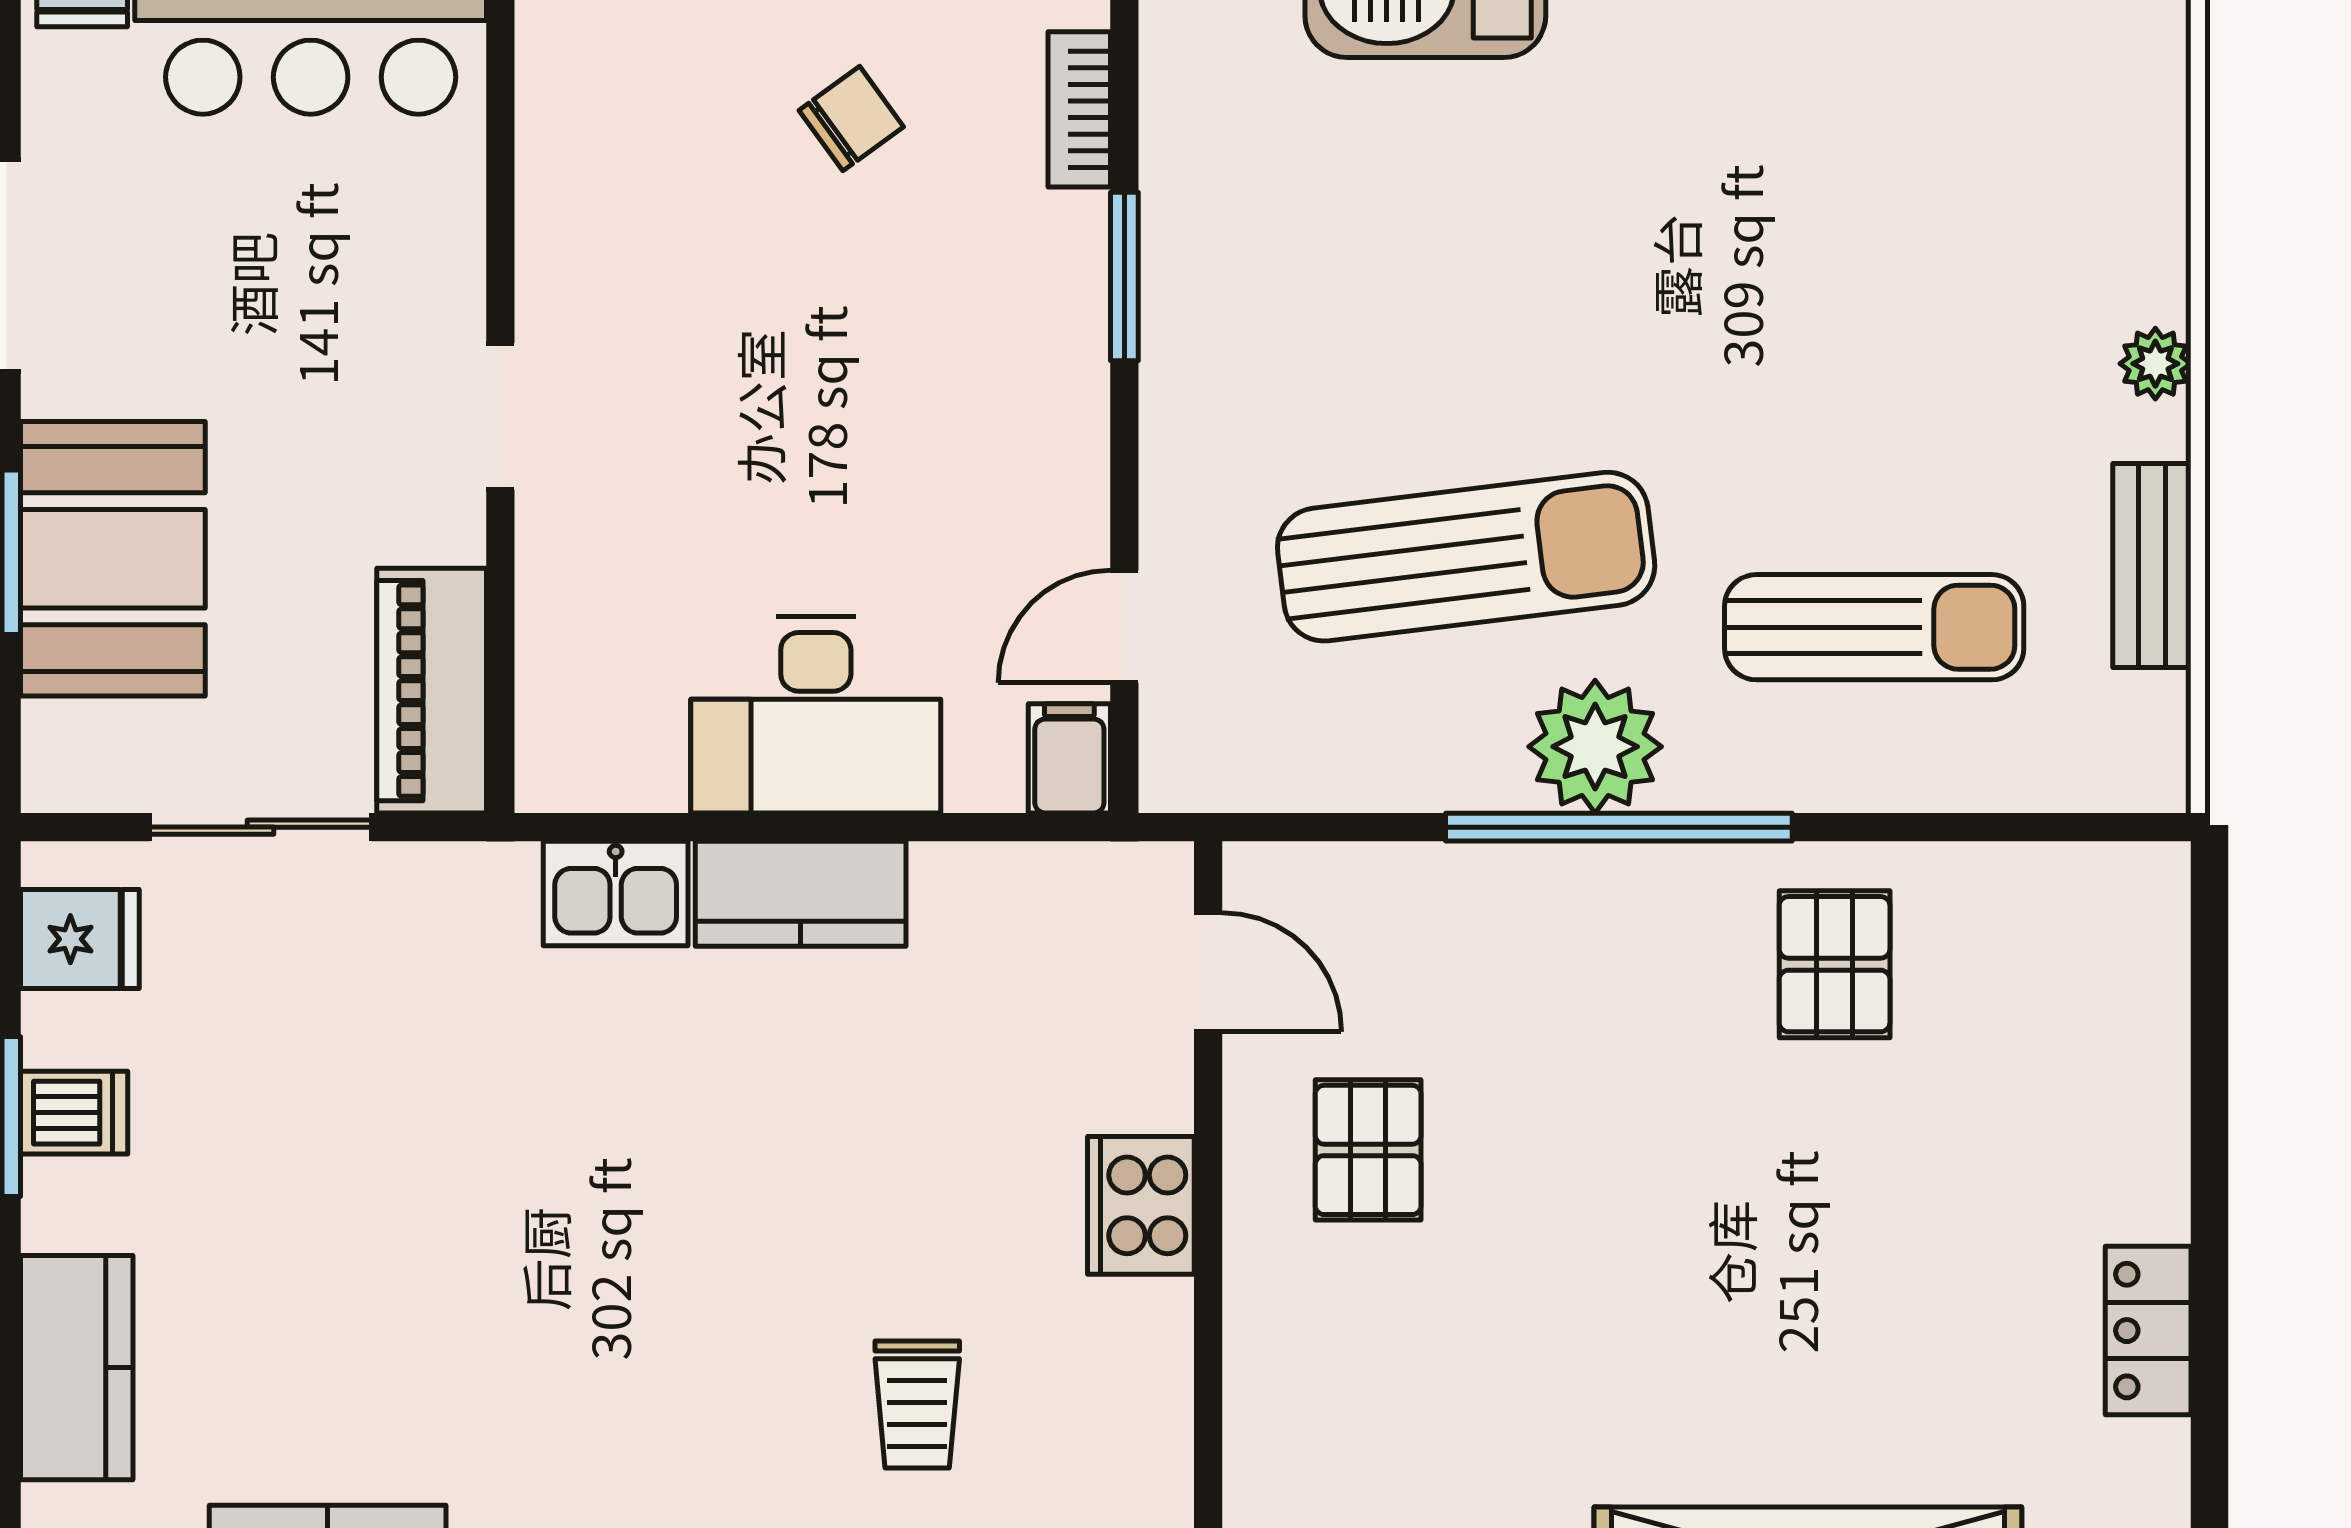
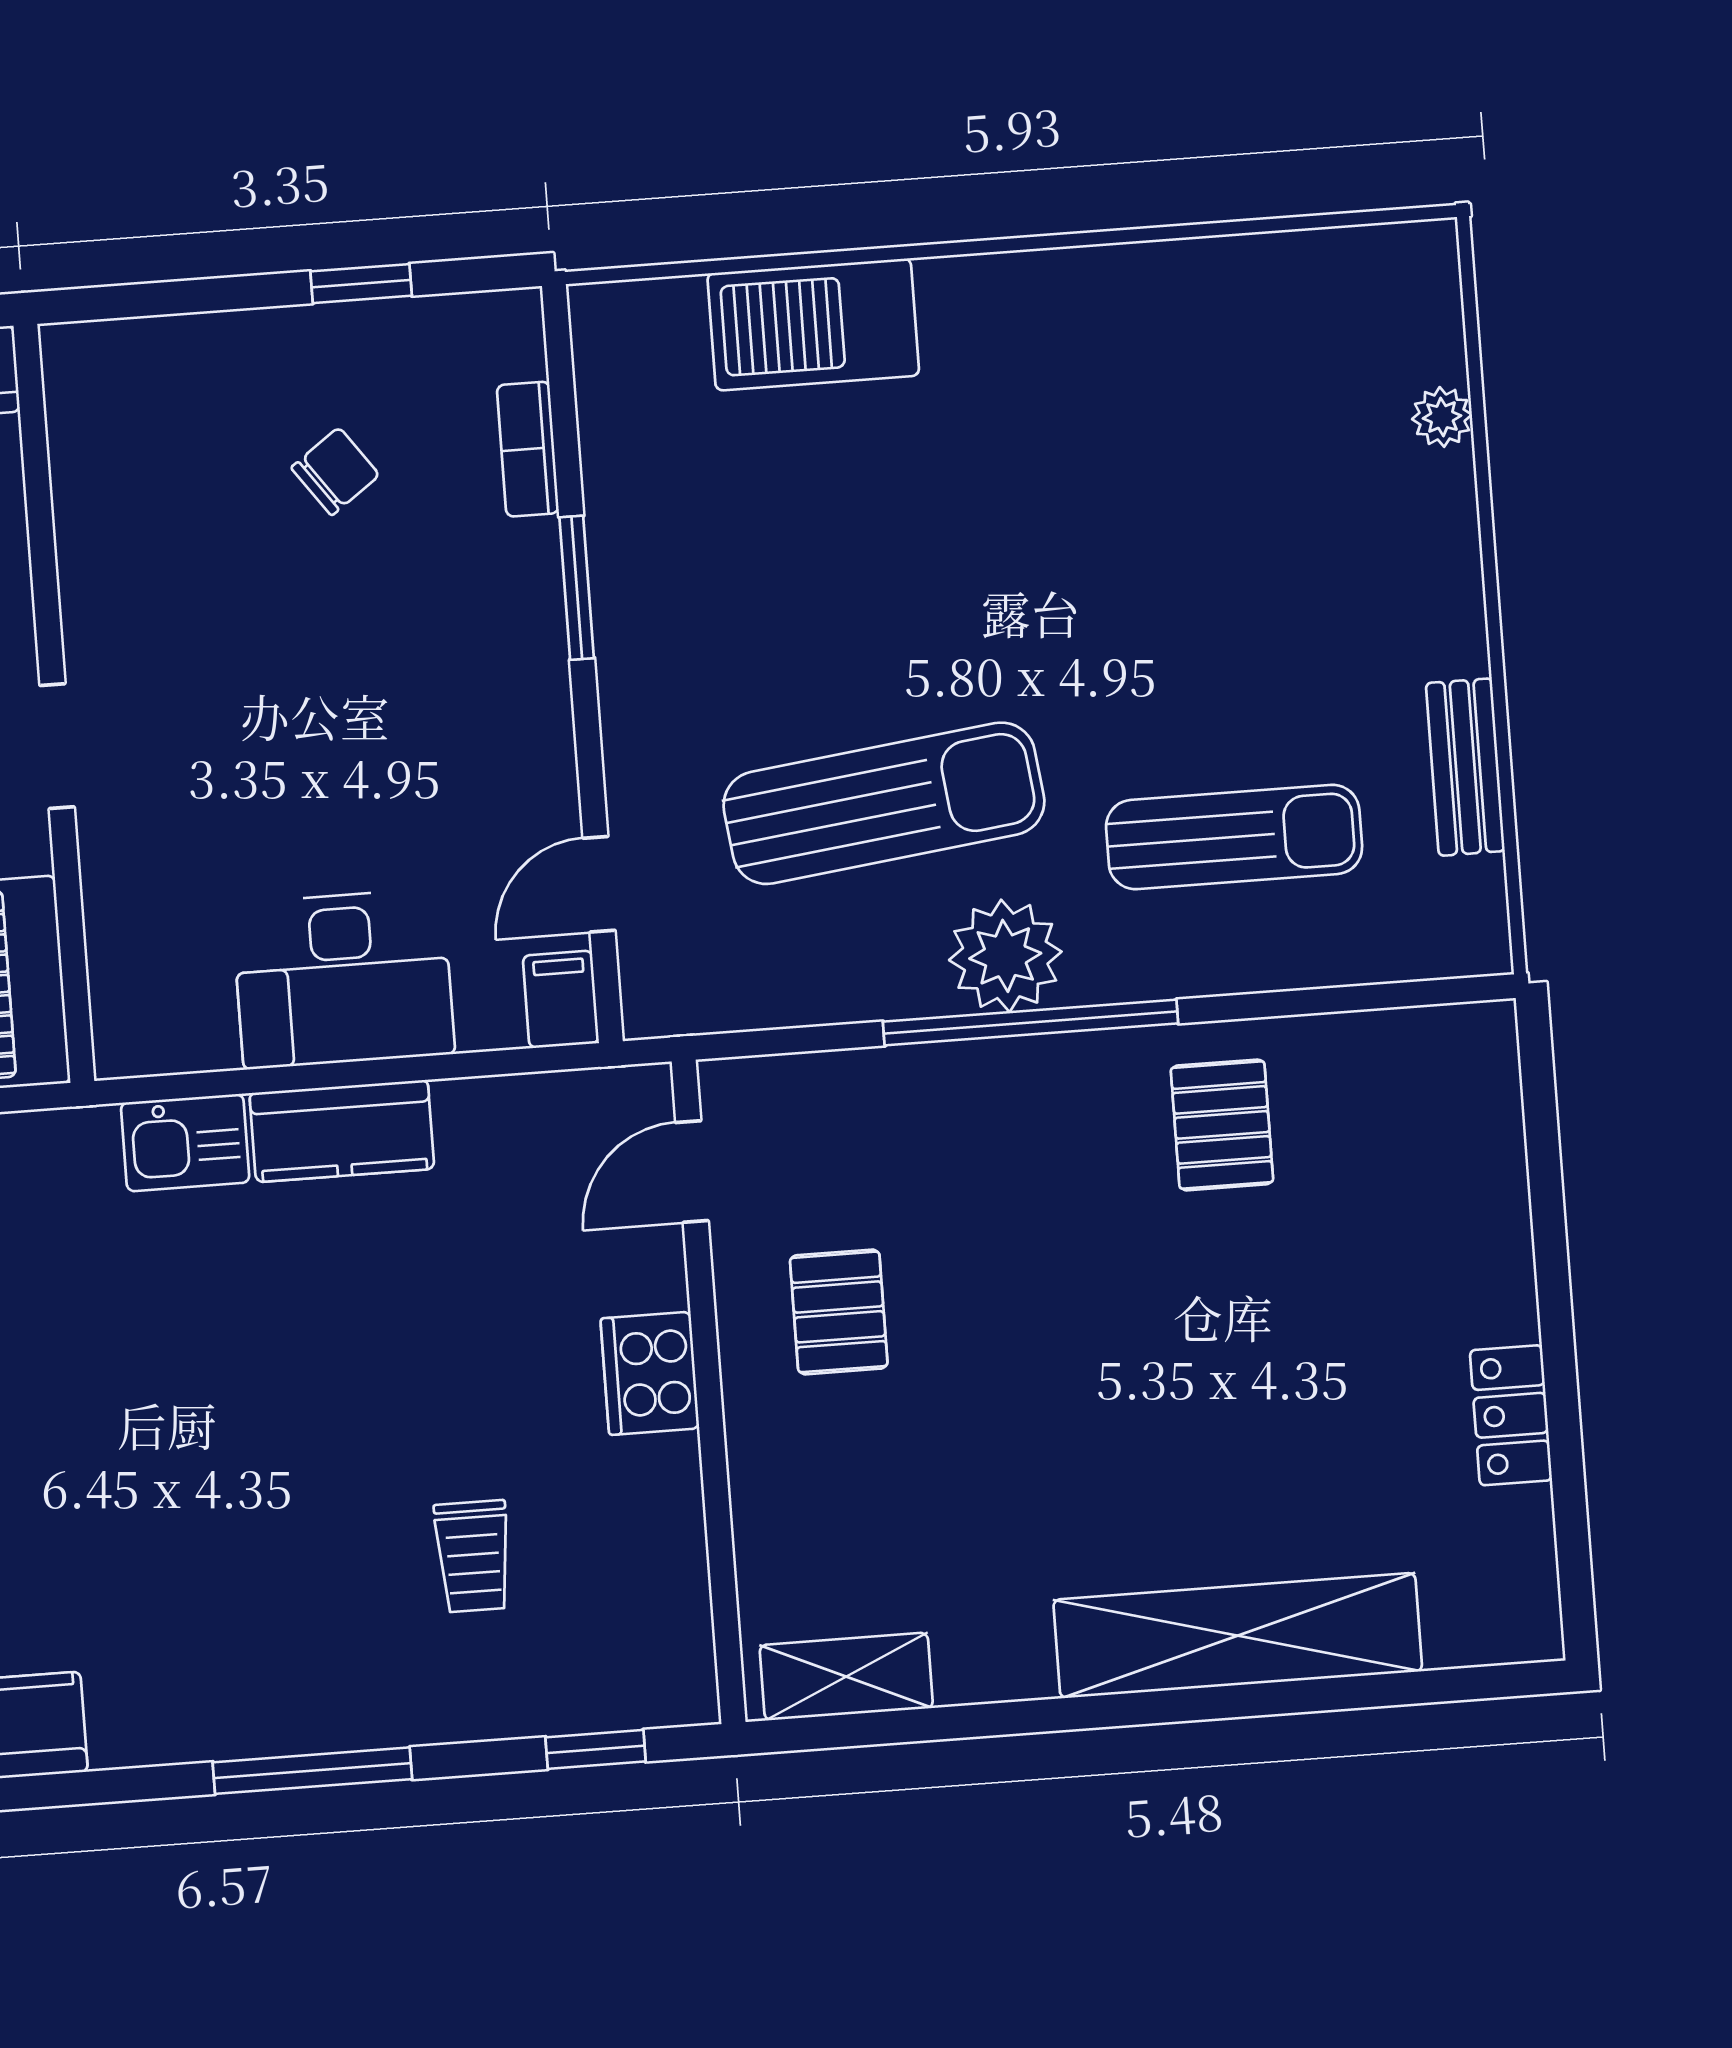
plant: (2155, 364) -> (1442, 417), moved
door: (1208, 972) -> (692, 1172), swing flipped

